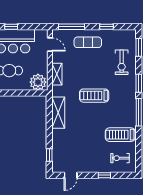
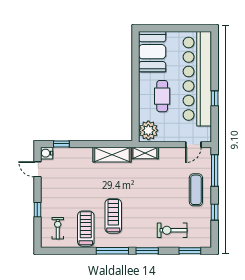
shelving: (57, 74) -> (145, 153), moved
treadmill: (94, 96) -> (113, 216), moved
water cooler: (57, 167) -> (47, 153), added

